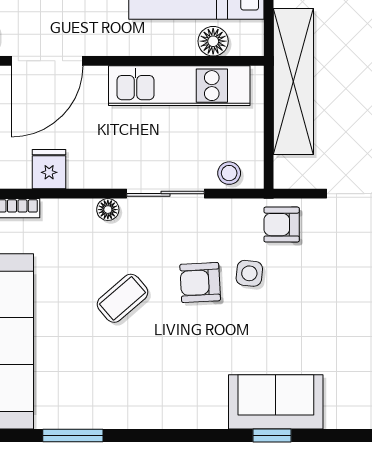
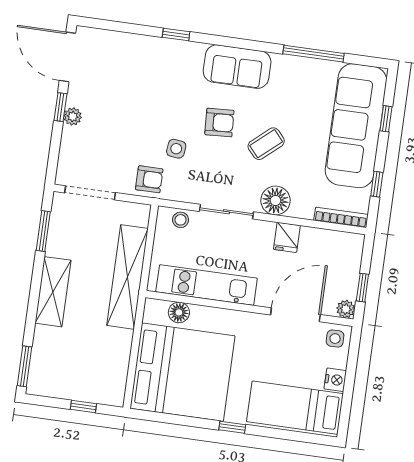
fridge: (49, 169) -> (287, 237), moved
floor lamp: (108, 210) -> (275, 200), width x1.89, depth x1.89
armchair: (200, 282) -> (219, 123), moved
sofa: (276, 402) -> (237, 67), moved
window: (73, 436) -> (314, 54), width x1.44

